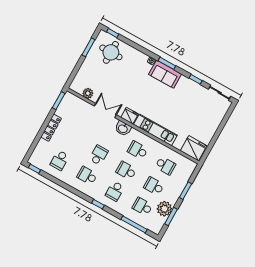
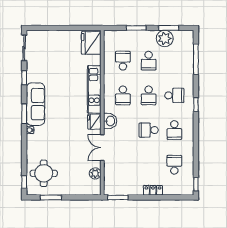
sofa: (165, 74) -> (36, 104), width x1.36
locker: (51, 128) -> (153, 190), width x0.66
school desk: (60, 160) -> (174, 165), turned -90
school desk: (142, 207) -> (174, 61), removed

